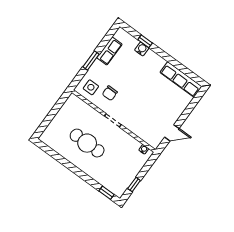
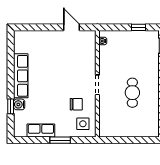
row of seats: (181, 79) -> (21, 76), moved
cafe table: (87, 143) -> (132, 93), width x0.73, depth x0.74

